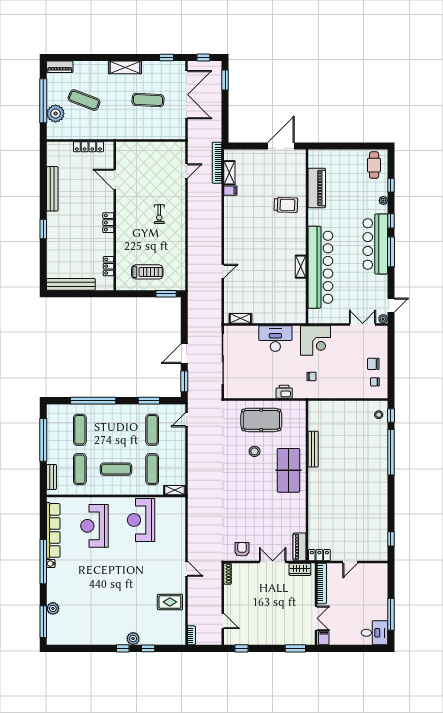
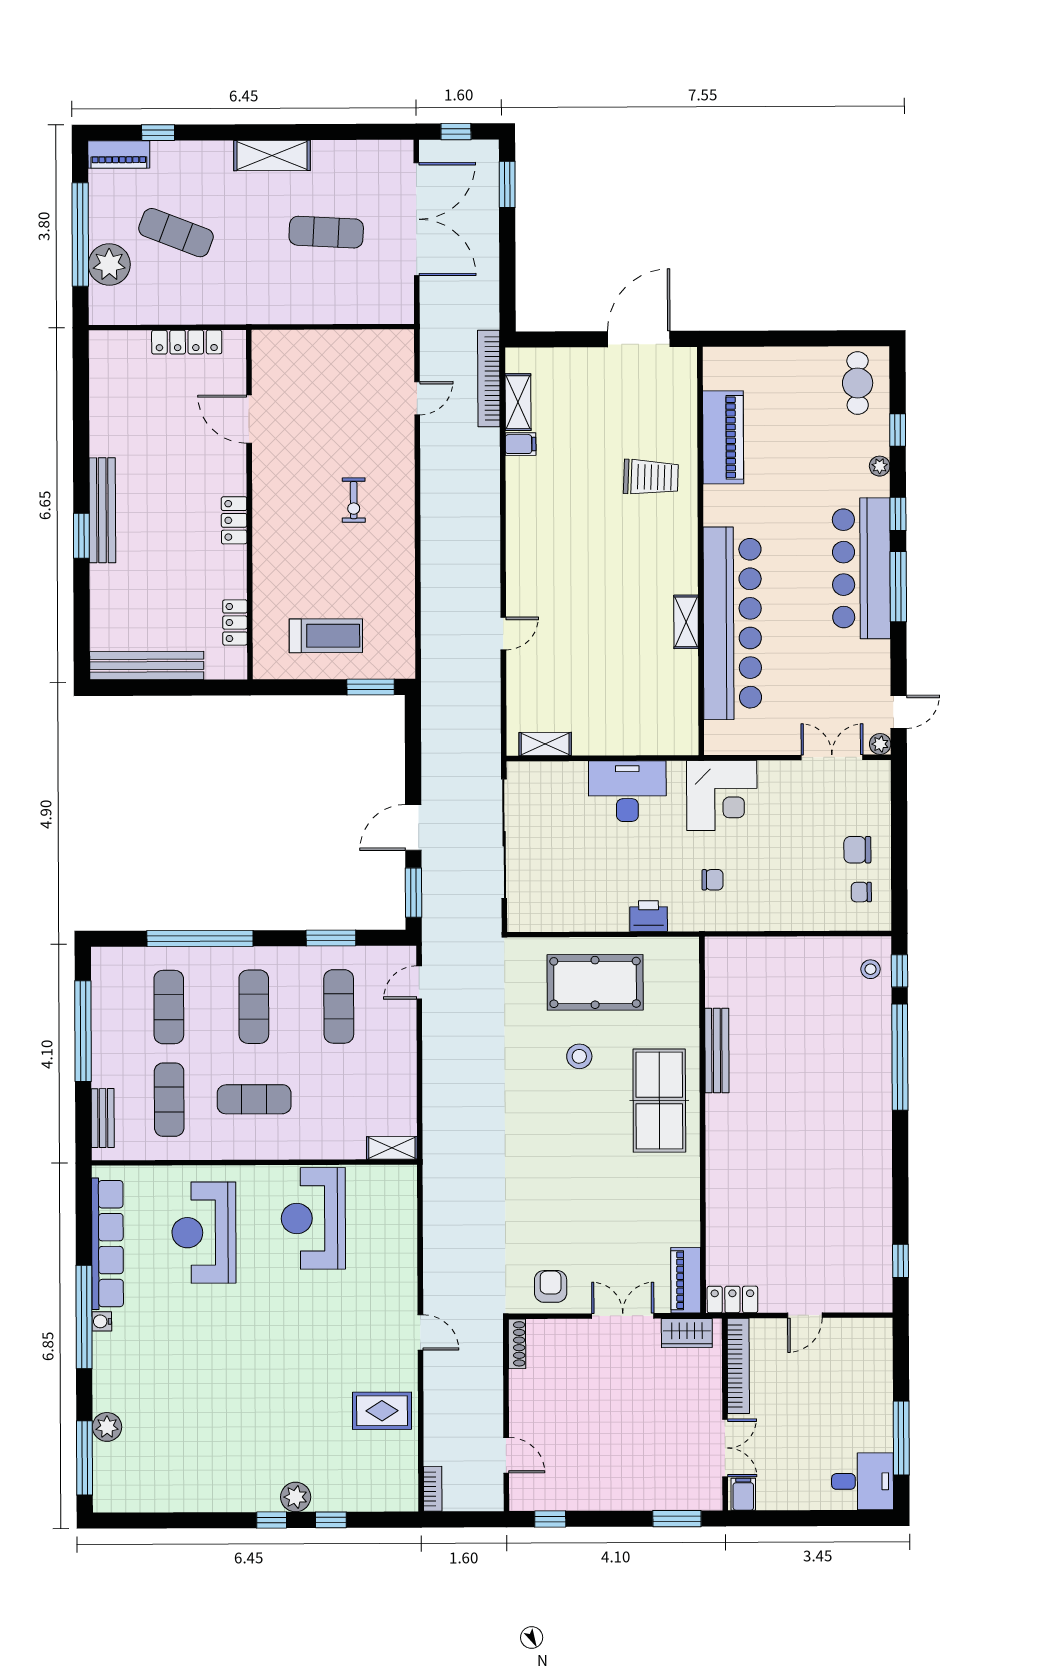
window: (167, 57) -> (158, 133), moved
bench: (52, 189) -> (102, 510), moved
exercise mat: (152, 469) -> (254, 1007), moved

